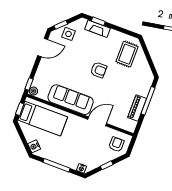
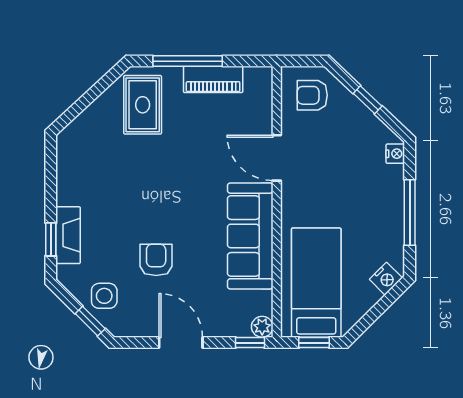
door: (43, 48) -> (181, 343), moved
rug: (127, 54) -> (143, 105), moved, turned 90
armchair: (99, 70) -> (156, 260), moved

